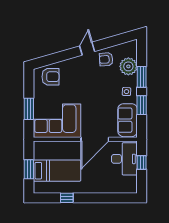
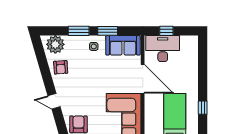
door: (87, 49) -> (54, 101), moved
plant: (128, 66) -> (55, 44), moved

